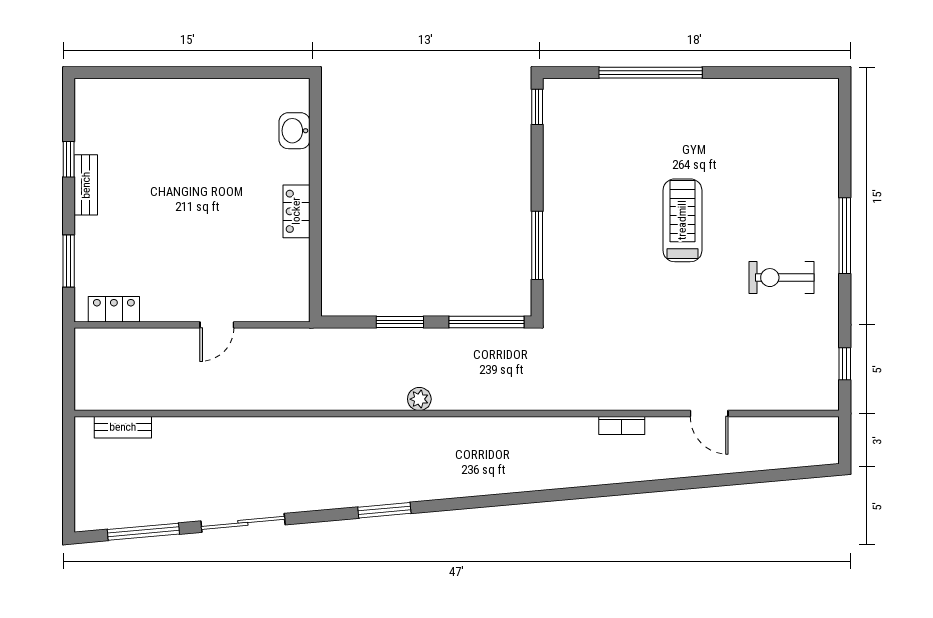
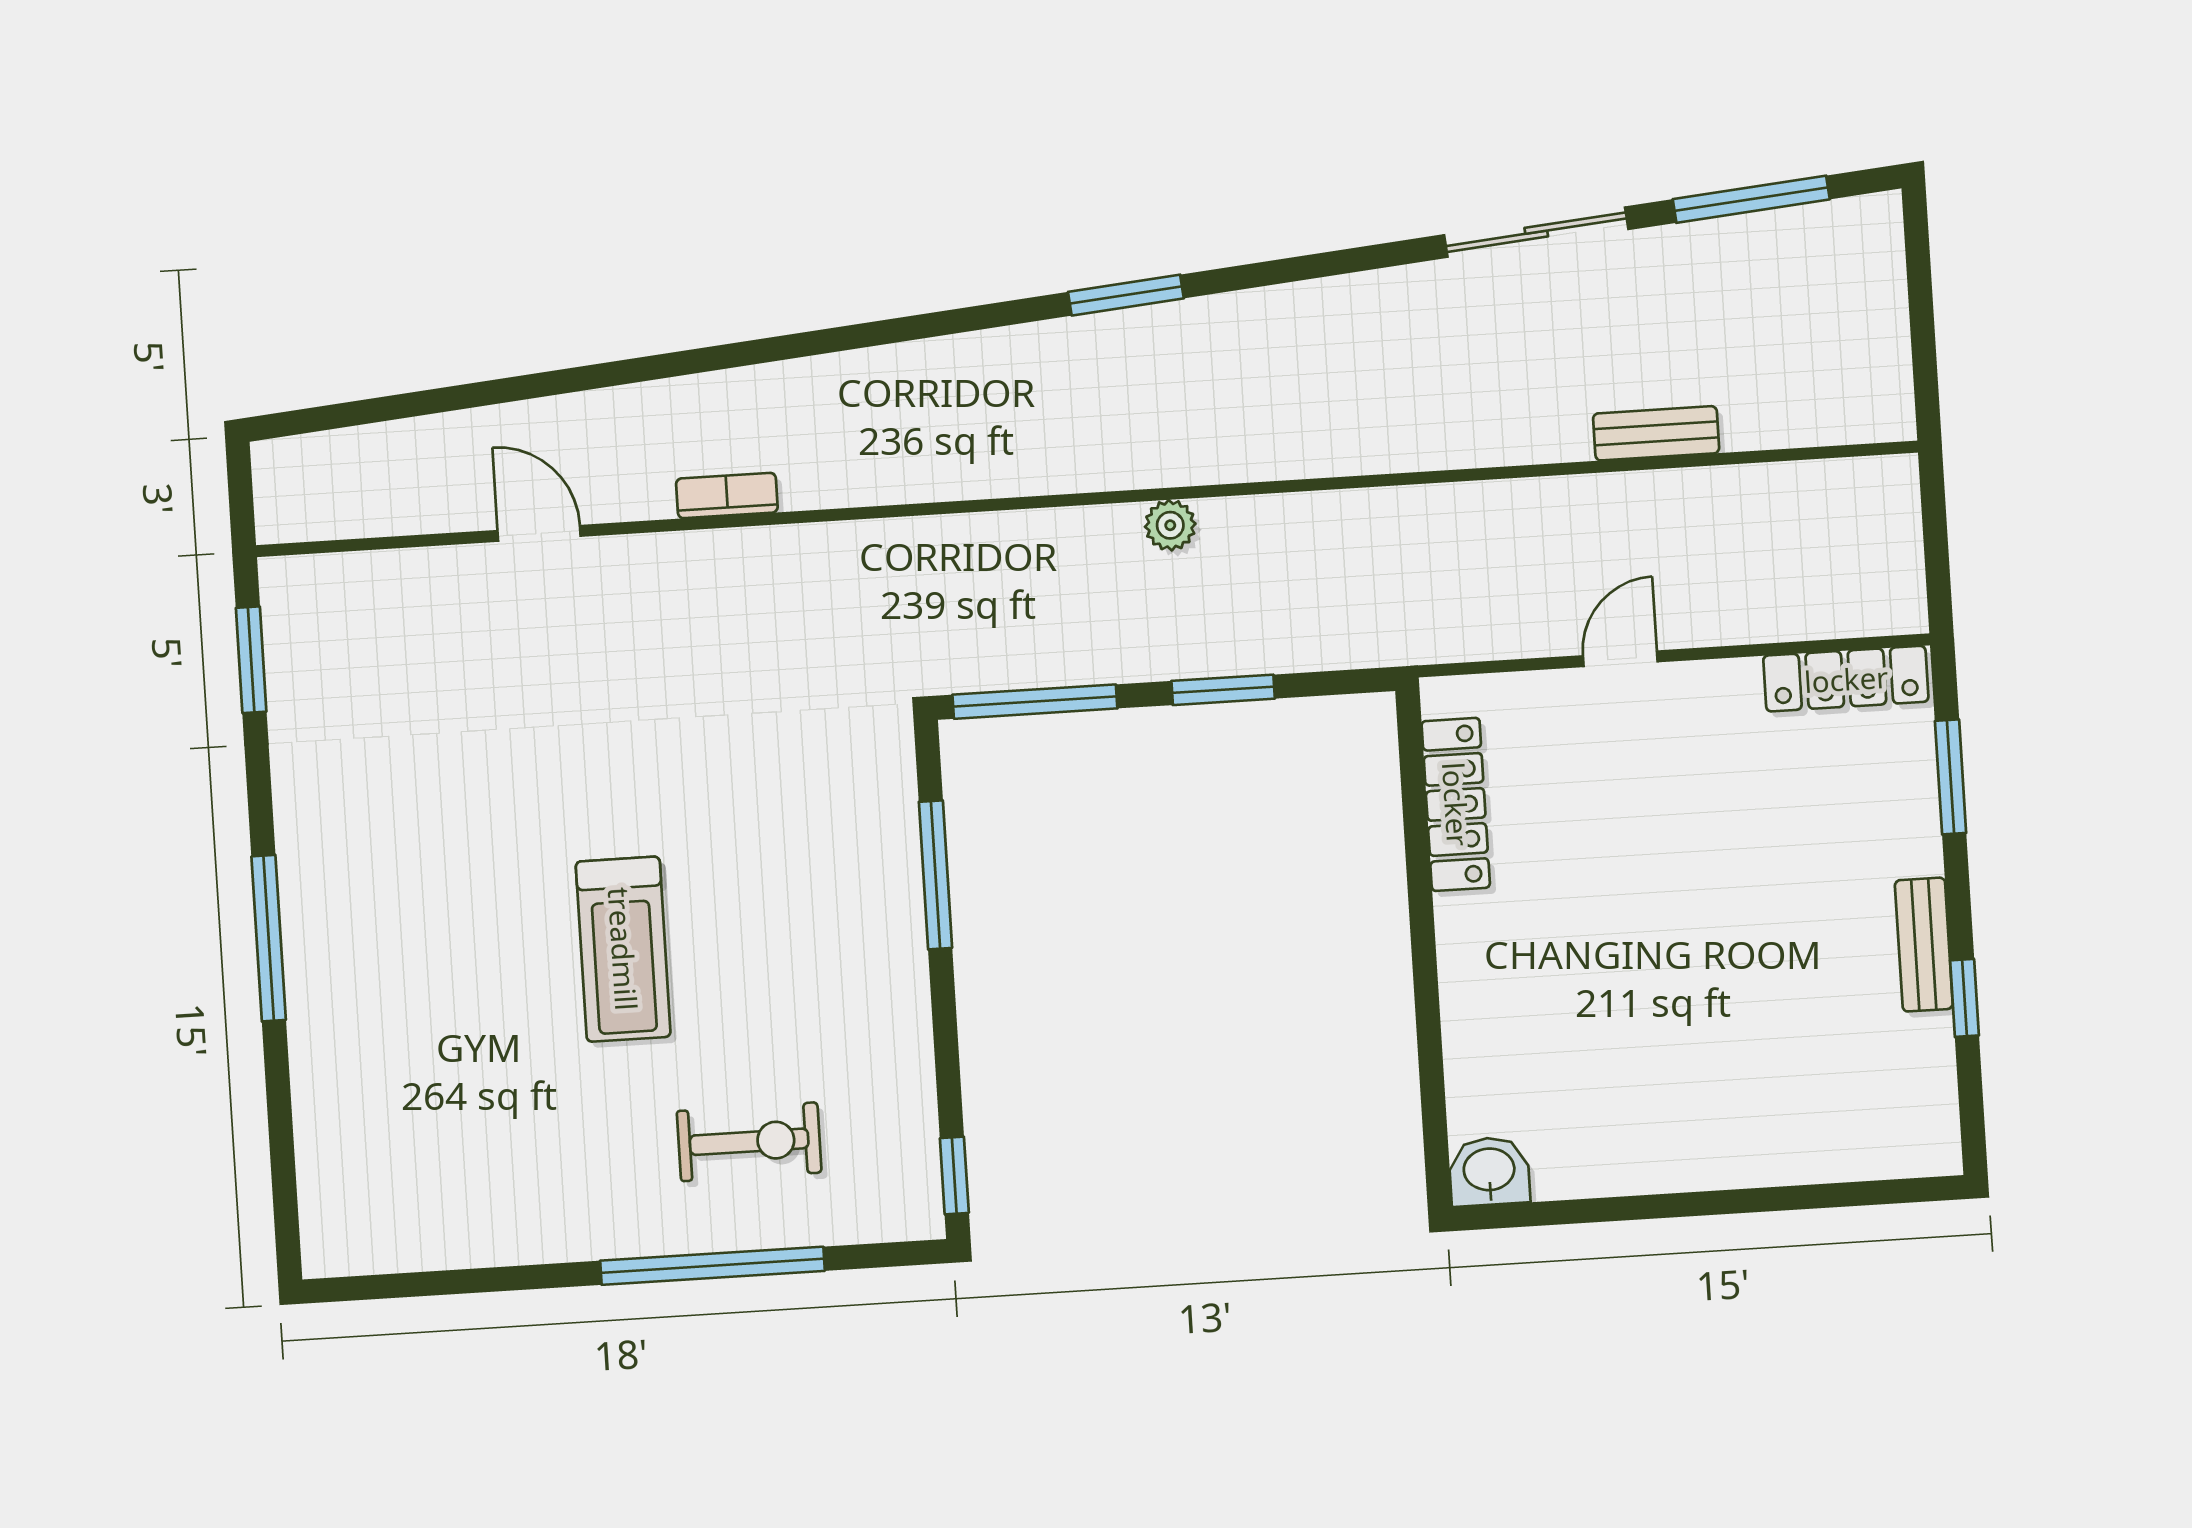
washbasin: (294, 131) -> (1489, 1171), moved, turned -90
locker: (296, 211) -> (1456, 804), moved, width x1.53
exercise bike: (781, 278) -> (749, 1142), moved
locker: (114, 309) -> (1846, 679), width x1.53
window: (845, 364) -> (251, 660), width x1.50
bench: (123, 427) -> (1656, 433), moved
window: (384, 510) -> (1126, 295), moved

